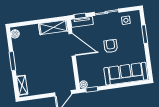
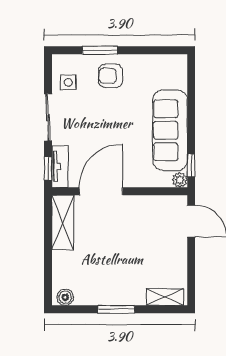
armchair: (111, 46) -> (110, 76), moved
sofa: (126, 74) -> (170, 130), moved

